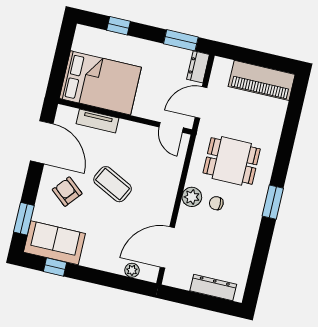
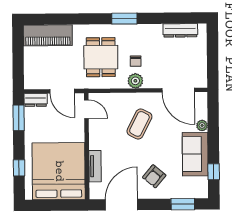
piano: (262, 80) -> (48, 35), moved, turned 90
bed: (100, 83) -> (59, 171), width x1.36
door: (171, 127) -> (86, 109), hinge flipped
coffee table: (113, 184) -> (139, 124), moved
sofa: (54, 243) -> (195, 154), moved
plant: (132, 270) -> (202, 125), moved
dresser: (213, 288) -> (180, 30), moved, turned -90

